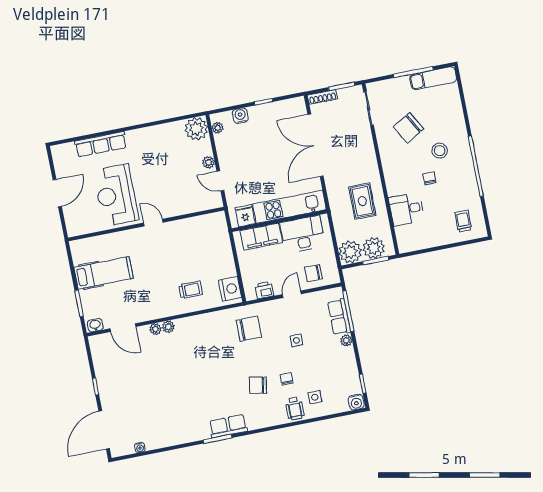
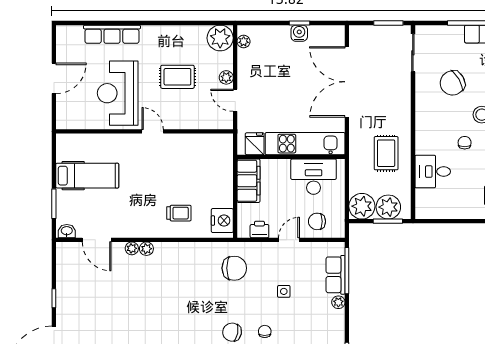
shoe rack: (322, 97) -> (365, 31), removed
water cooler: (240, 116) -> (299, 33), moved
rug: (166, 170) -> (177, 77), added
filing cabinet: (261, 237) -> (248, 181), moved, turned -90

